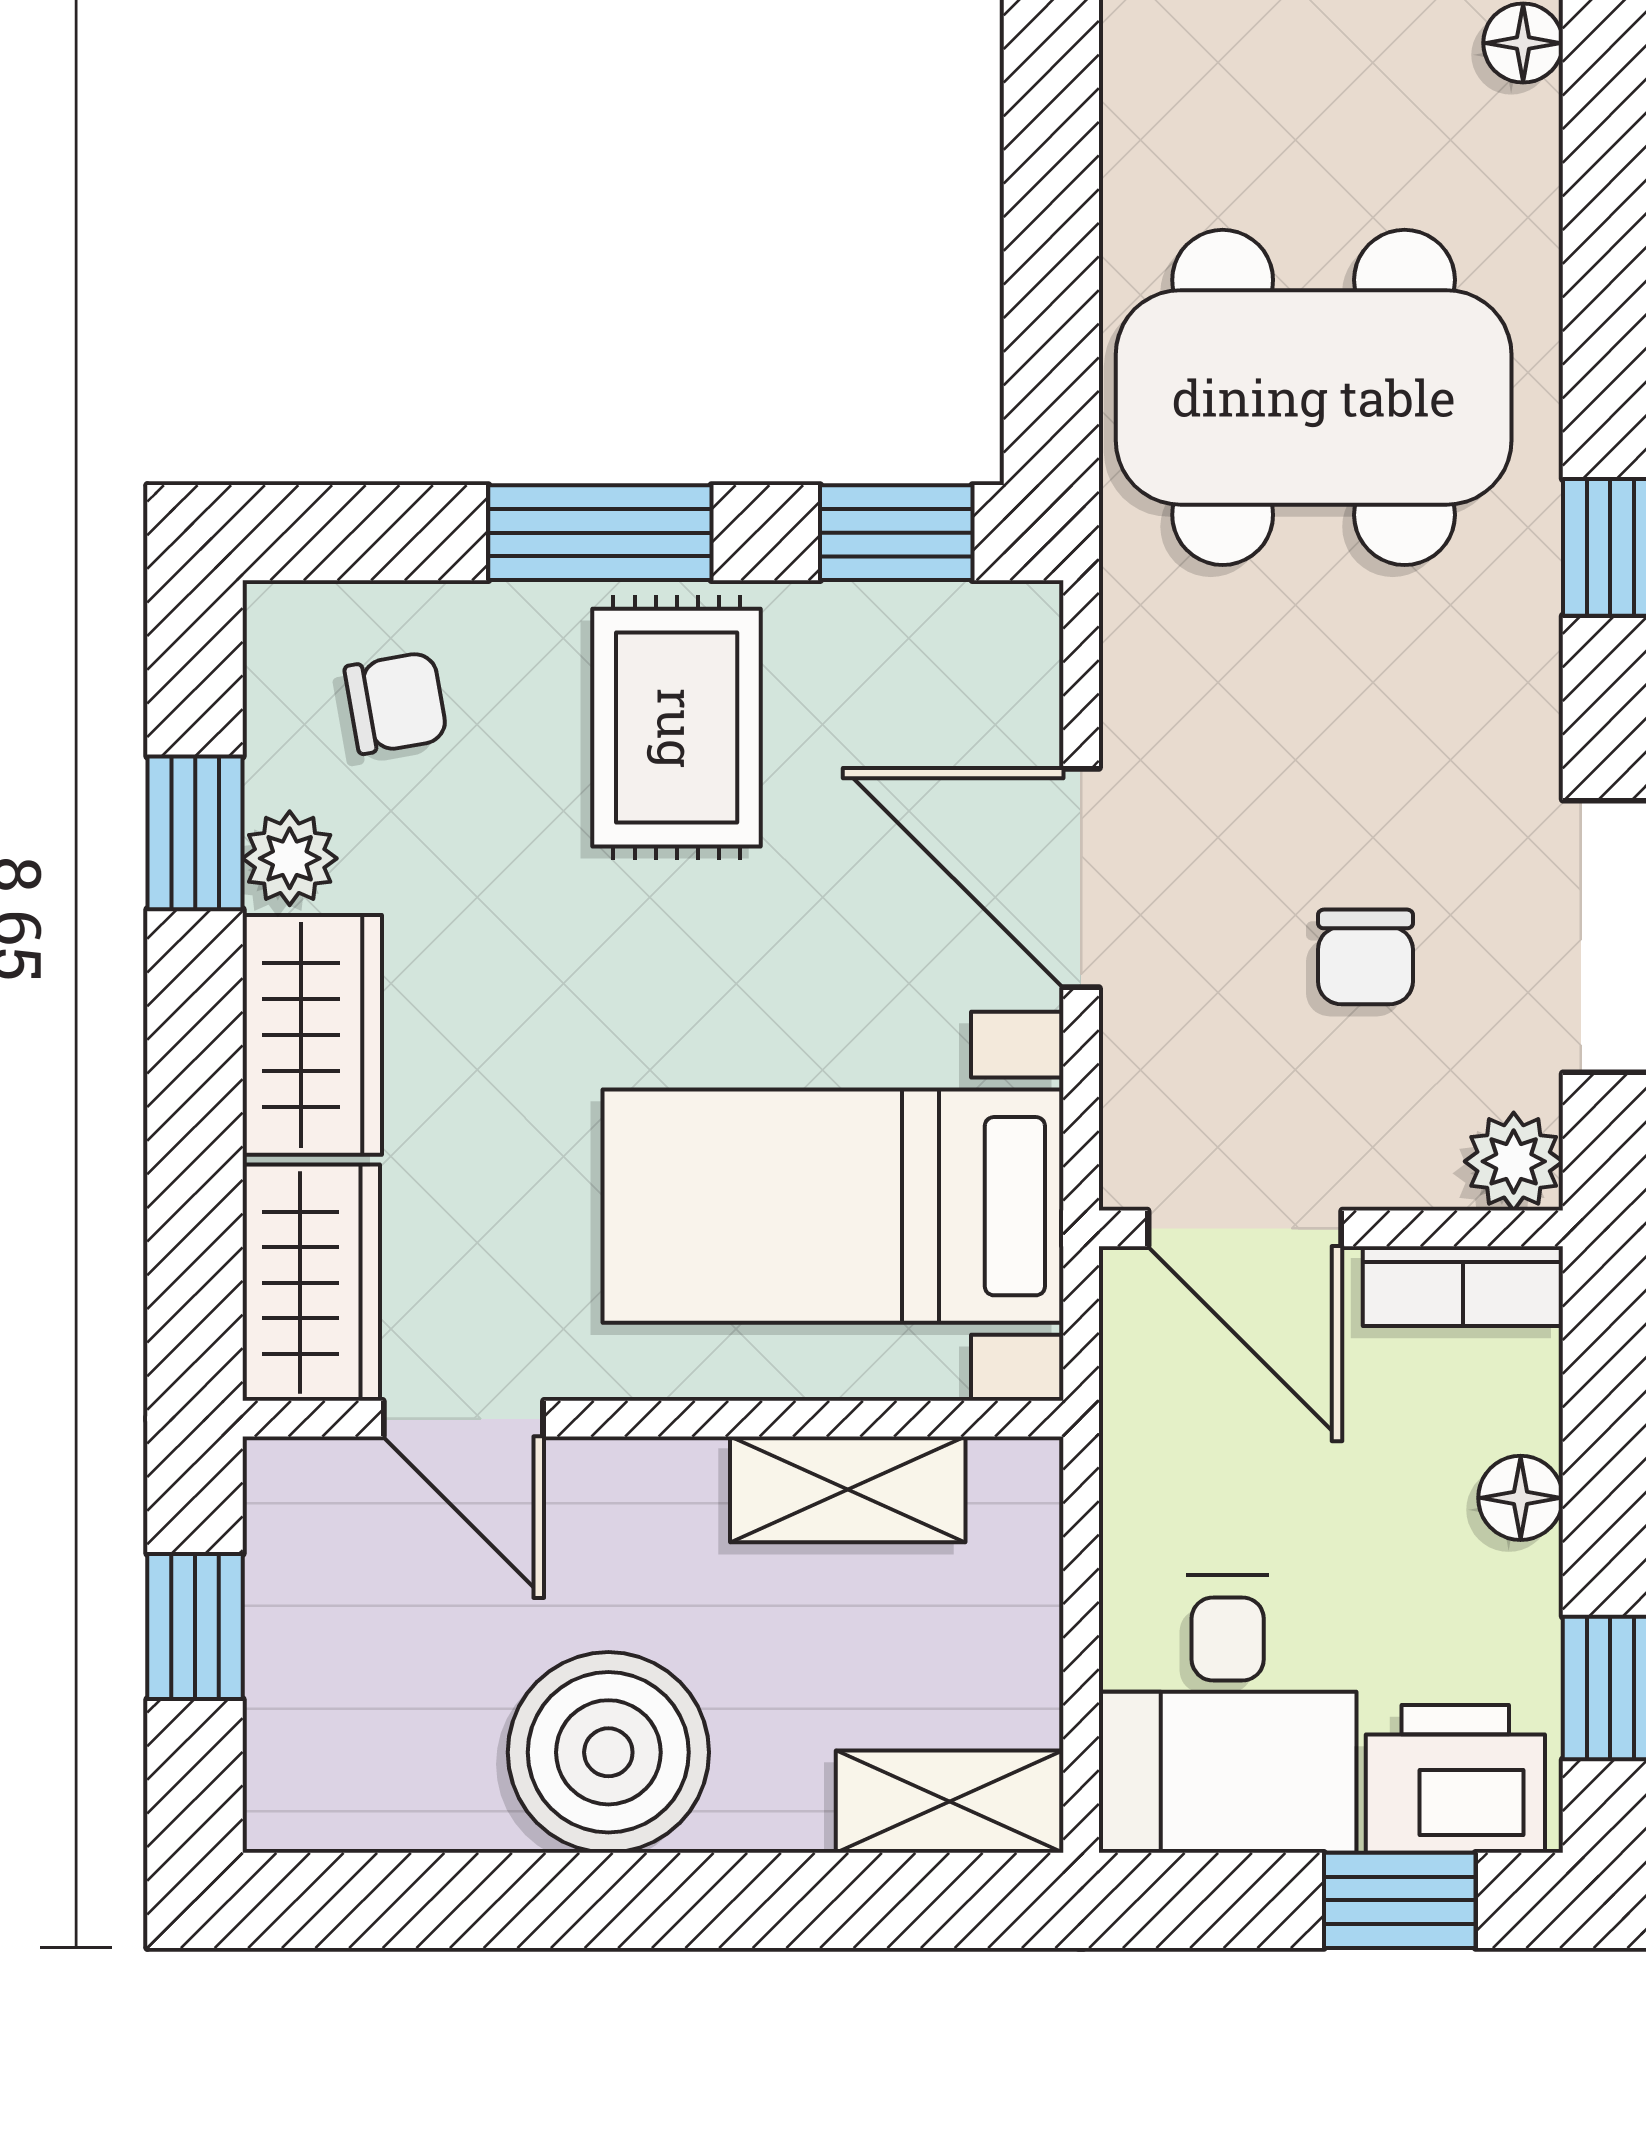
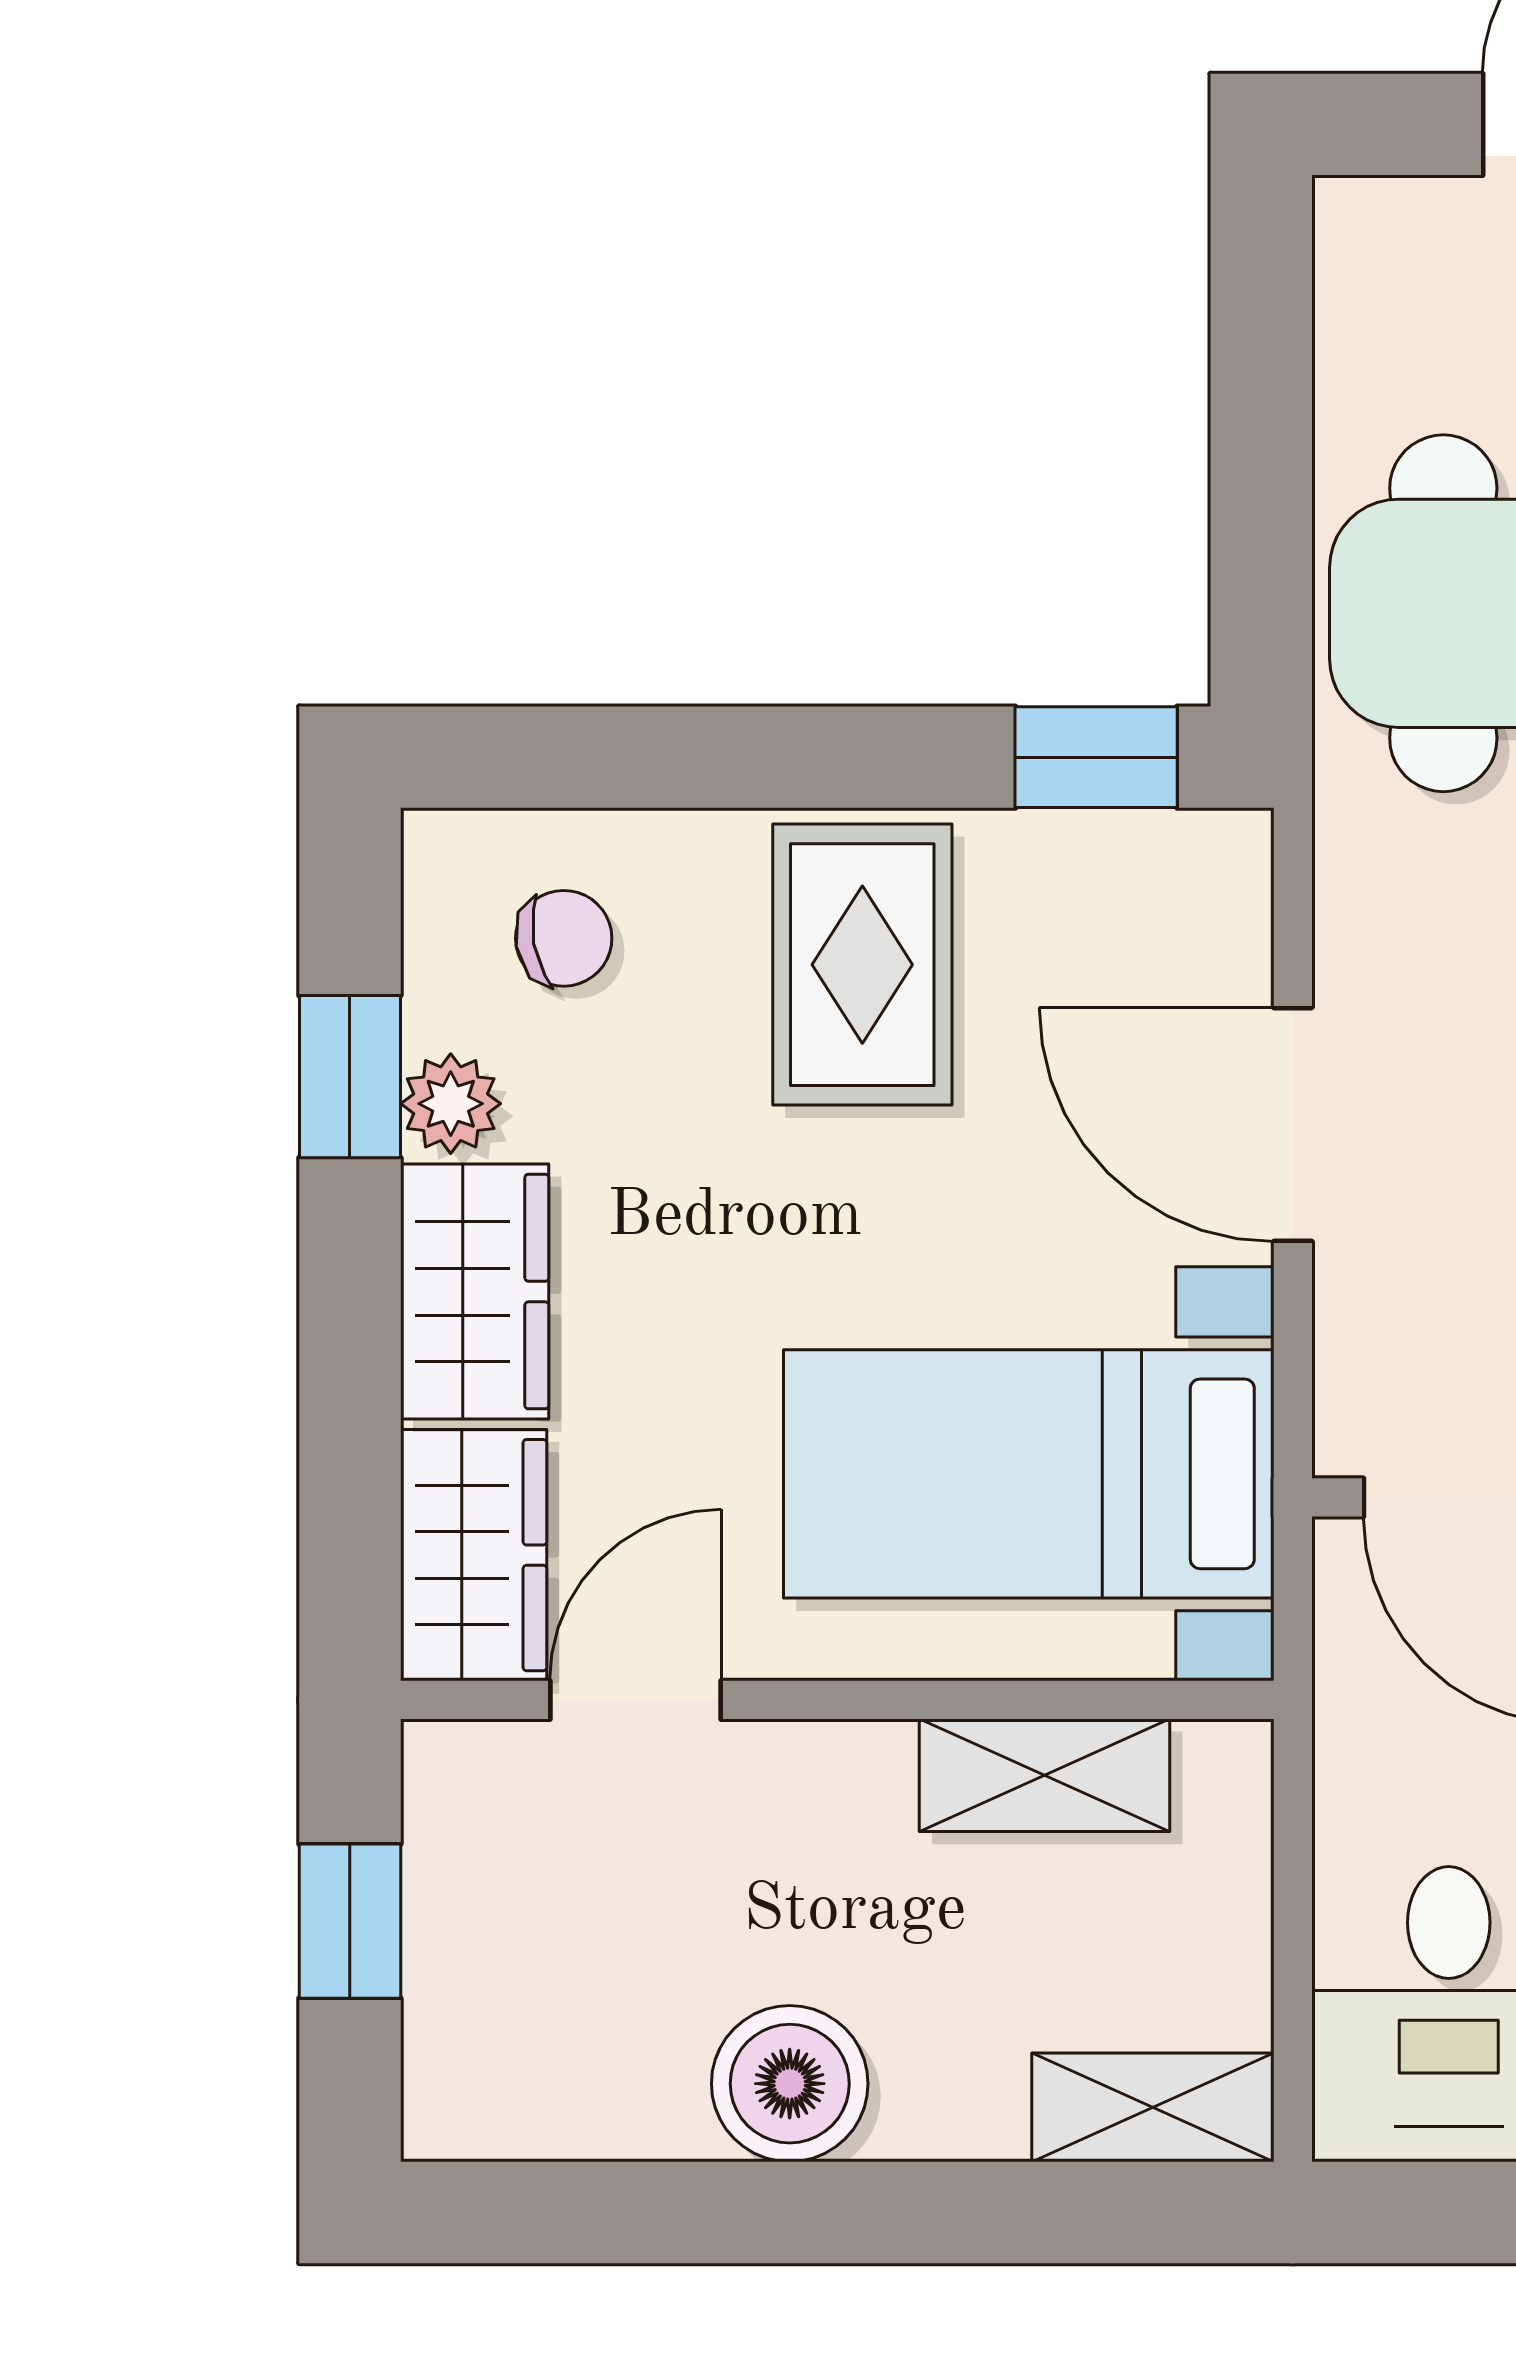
window: (600, 533) -> (781, 757), removed
door: (463, 1419) -> (636, 1700), swing flipped
boiler: (608, 1752) -> (790, 2084), width x0.73, depth x0.73

